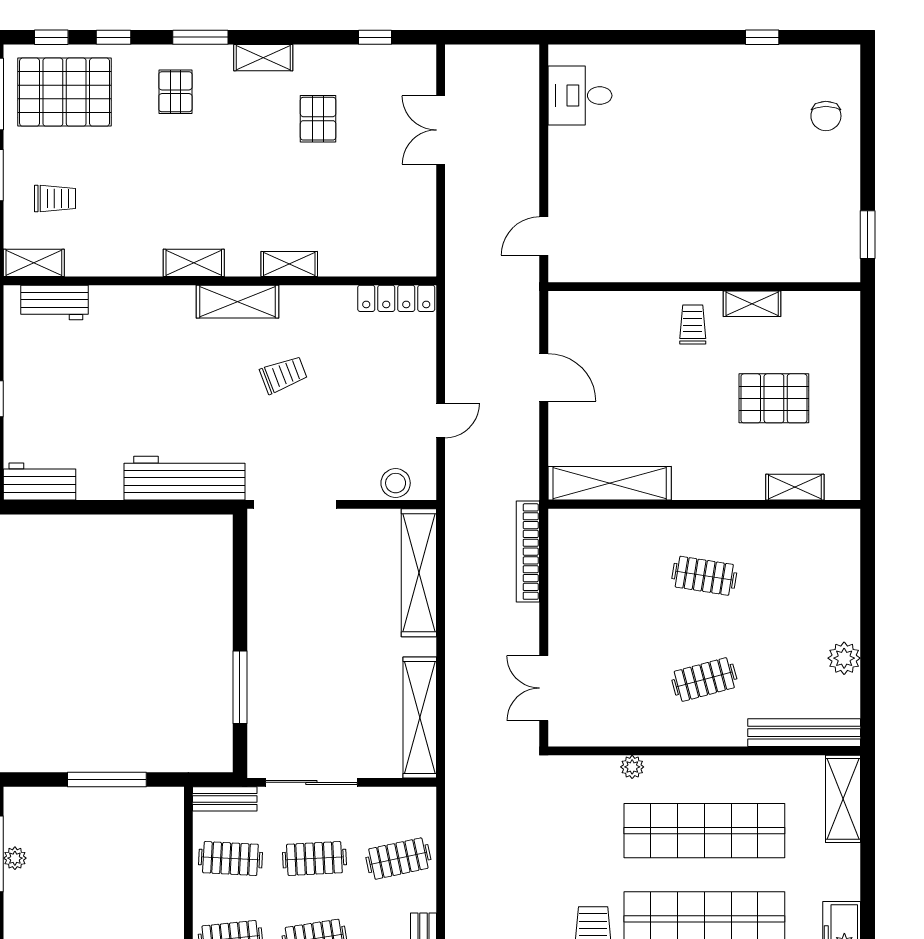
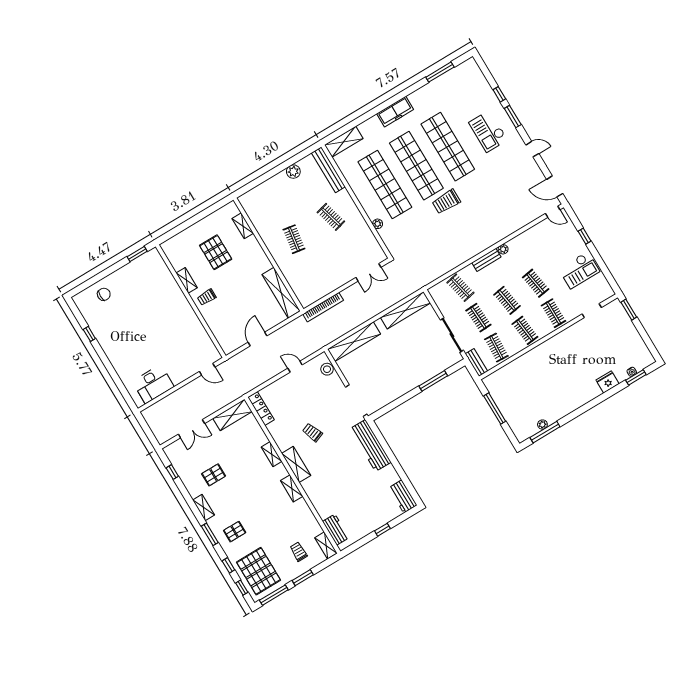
desk: (580, 96) -> (153, 384), width x1.37
shelving: (418, 232) -> (232, 415), added

